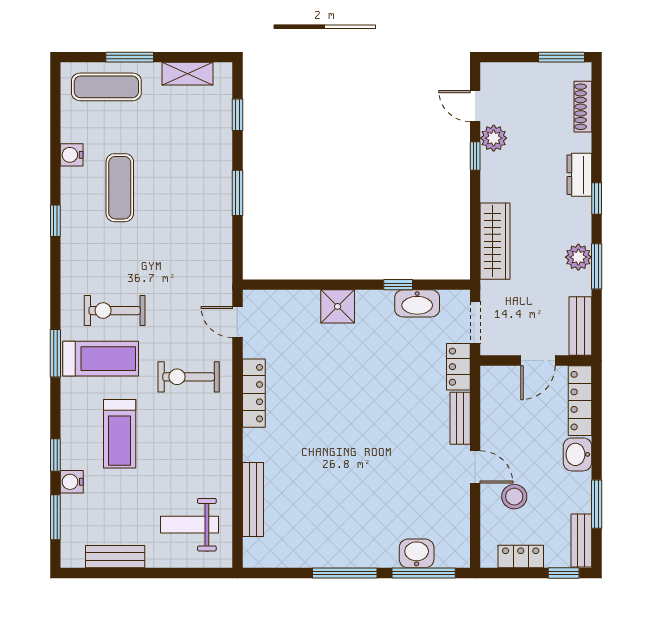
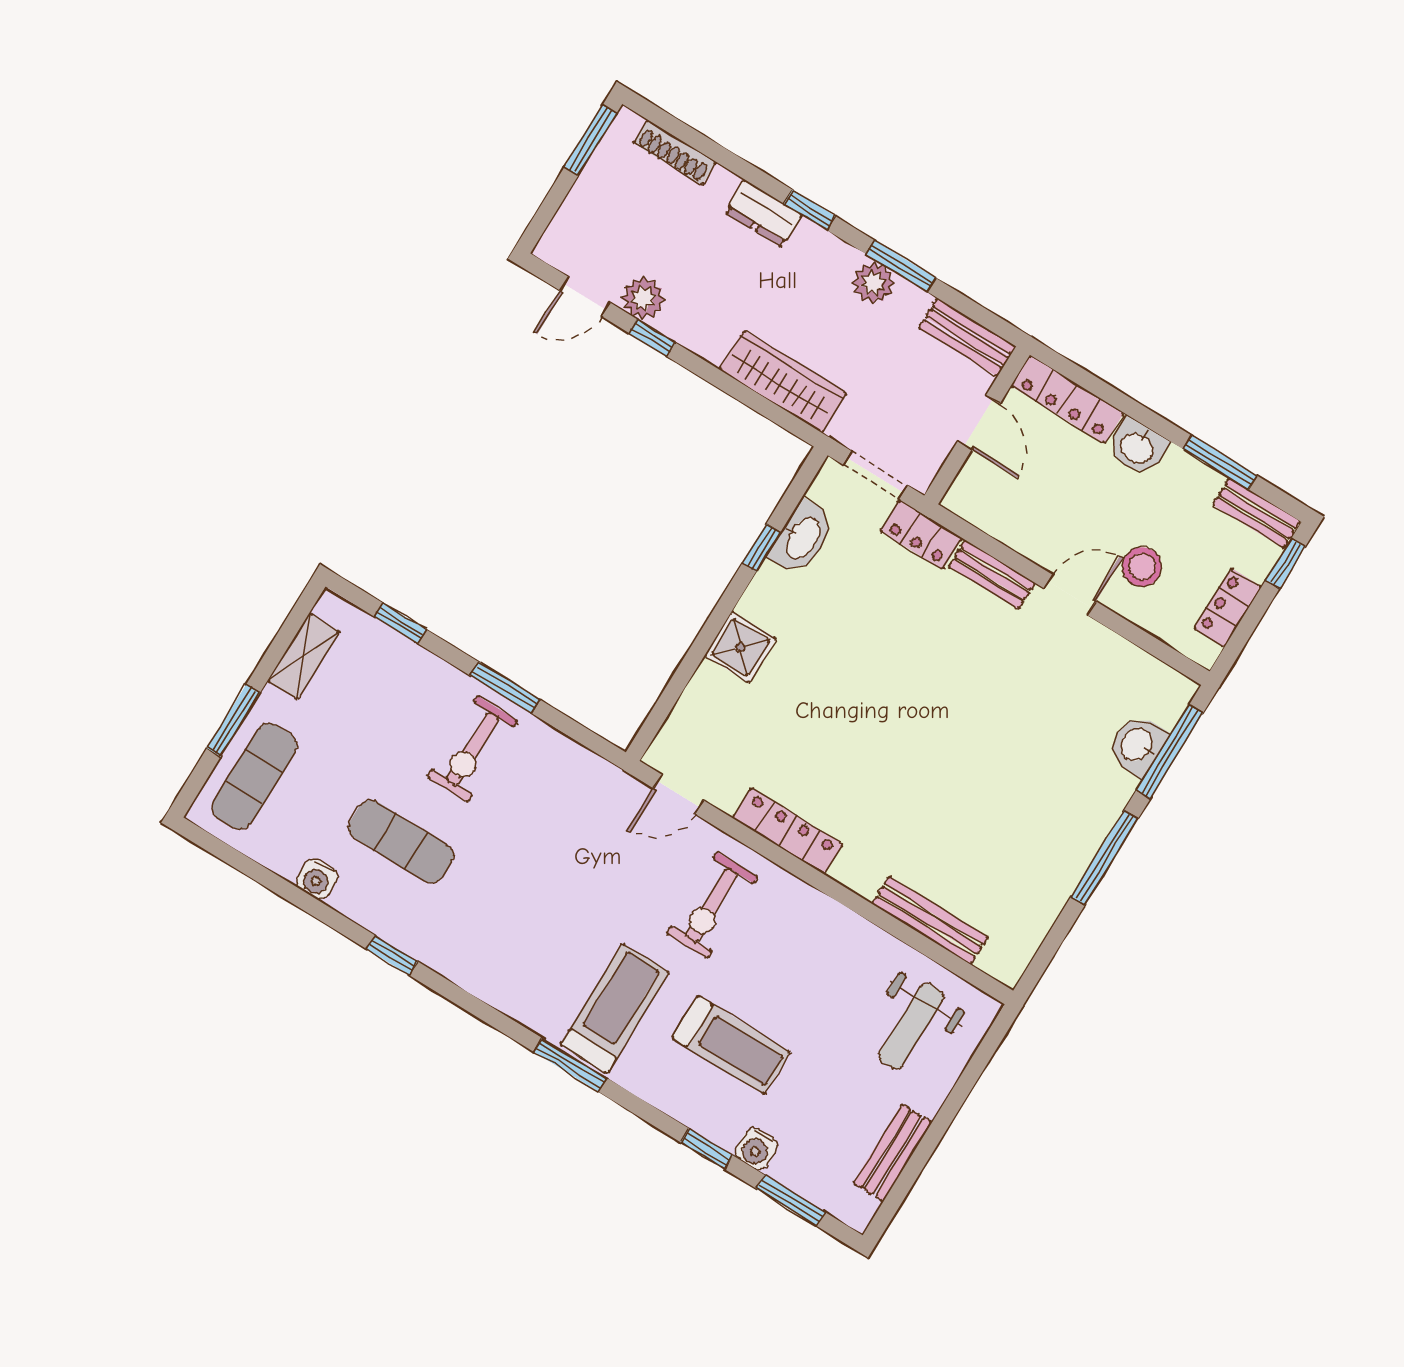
exercise bike: (115, 311) -> (473, 749), moved

